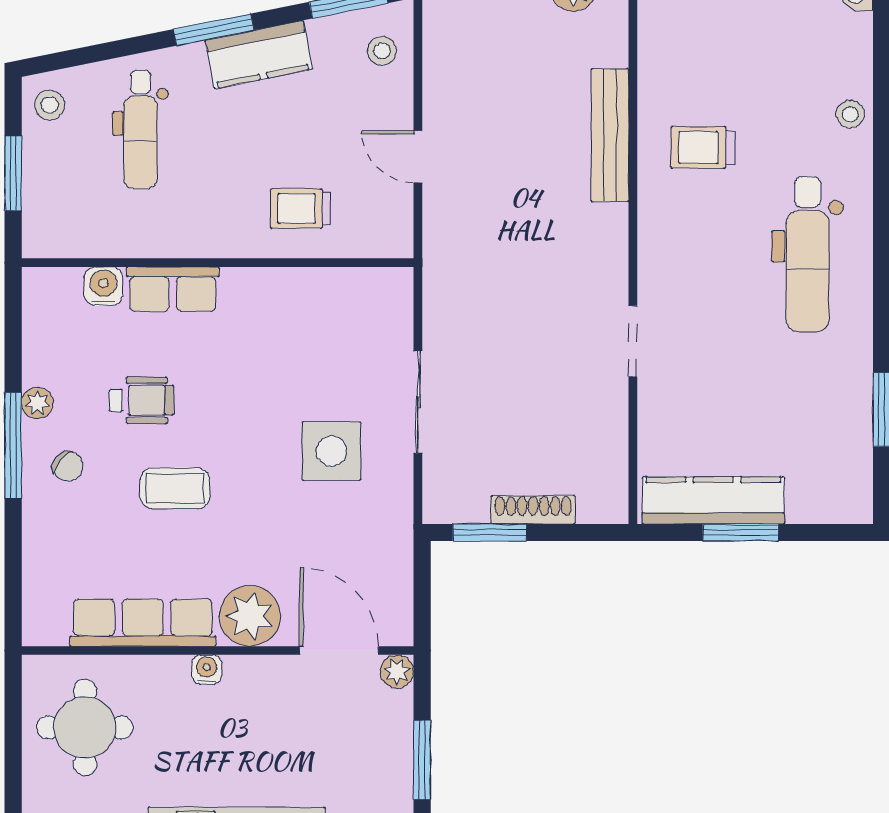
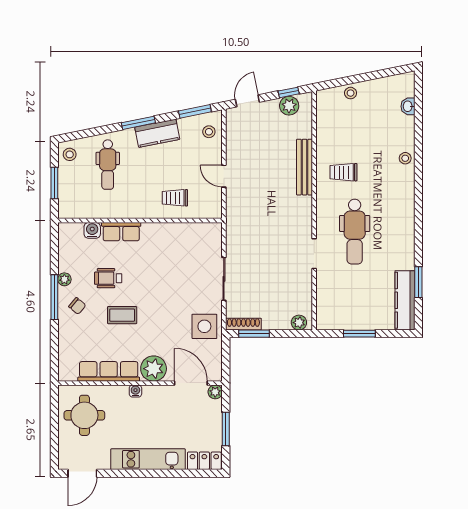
dental chair: (808, 254) -> (355, 232), moved
wheelchair: (142, 400) -> (108, 278), turned 180
side table: (331, 451) -> (204, 326), moved
kitchen counter: (713, 500) -> (405, 300), moved, turned -90
plant: (597, 506) -> (299, 323), added
shoe rack: (533, 510) -> (243, 324), moved

